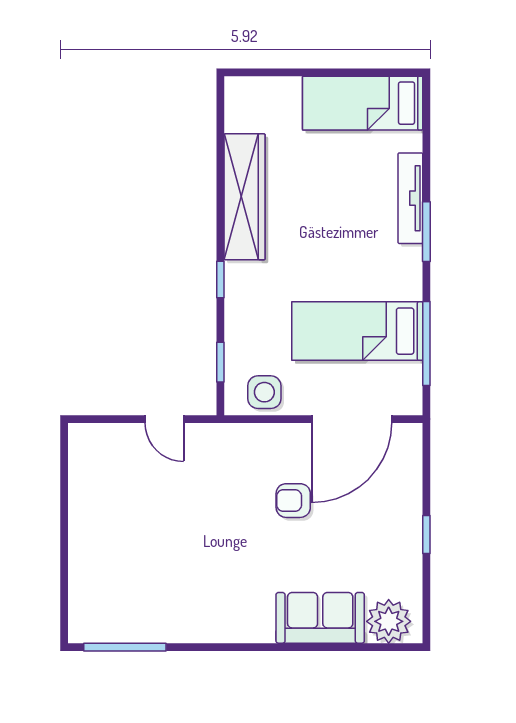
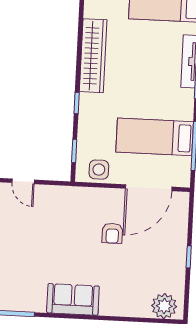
door: (164, 419) -> (23, 181), moved
armchair: (293, 501) -> (112, 233), turned -90
sofa: (320, 618) -> (73, 299), moved

